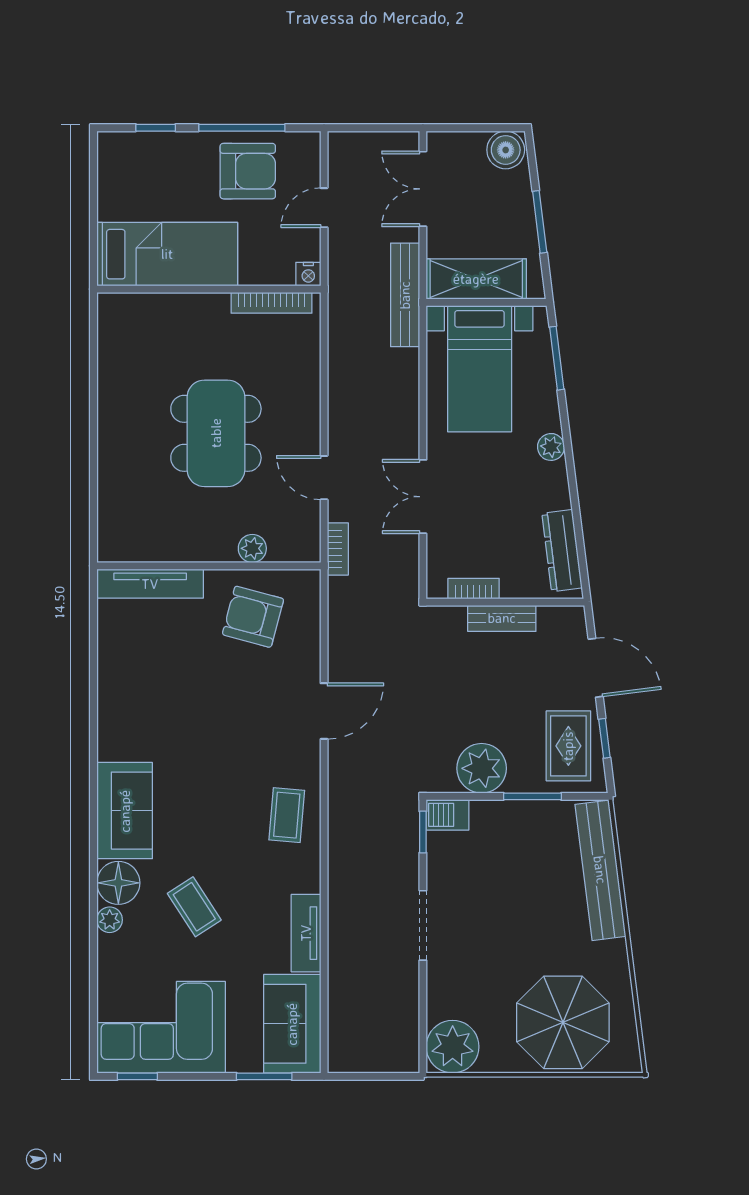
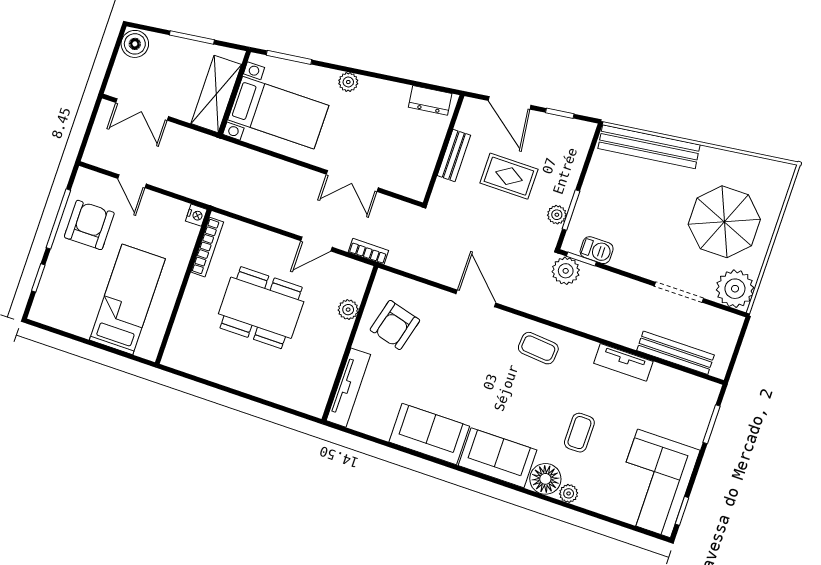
nightstand: (308, 274) -> (196, 215), moved
wall: (209, 289) -> (183, 287), moved
bench: (405, 295) -> (675, 353), moved
bookcase: (271, 303) -> (207, 247), moved
dresser: (562, 551) -> (430, 100), width x0.70
bookcase: (474, 589) -> (427, 168), removed
door: (596, 668) -> (509, 103), swing flipped
rug: (568, 746) -> (509, 176), moved
plant: (482, 768) -> (557, 215), width x0.53, depth x0.53
window: (532, 796) -> (571, 210), moved
barbecue: (448, 815) -> (597, 250), moved, turned -90
plant: (400, 817) -> (566, 271), added
coffee table: (194, 907) -> (579, 433), turned -57
doorway: (423, 925) -> (679, 292), moved
parasol: (563, 1022) -> (724, 222), moved
sofa: (292, 1024) -> (429, 434), moved, turned 180

